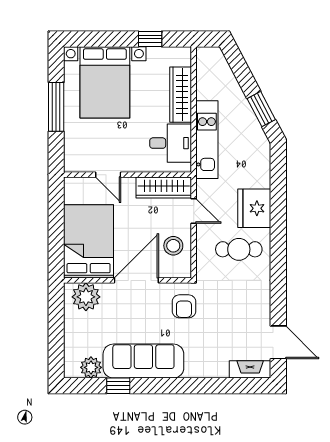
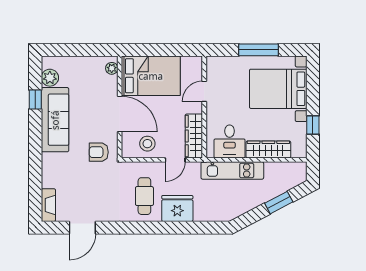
window: (261, 109) -> (279, 203), moved
plant: (86, 297) -> (112, 68), width x0.53, depth x0.53
door: (278, 342) -> (82, 228), moved

